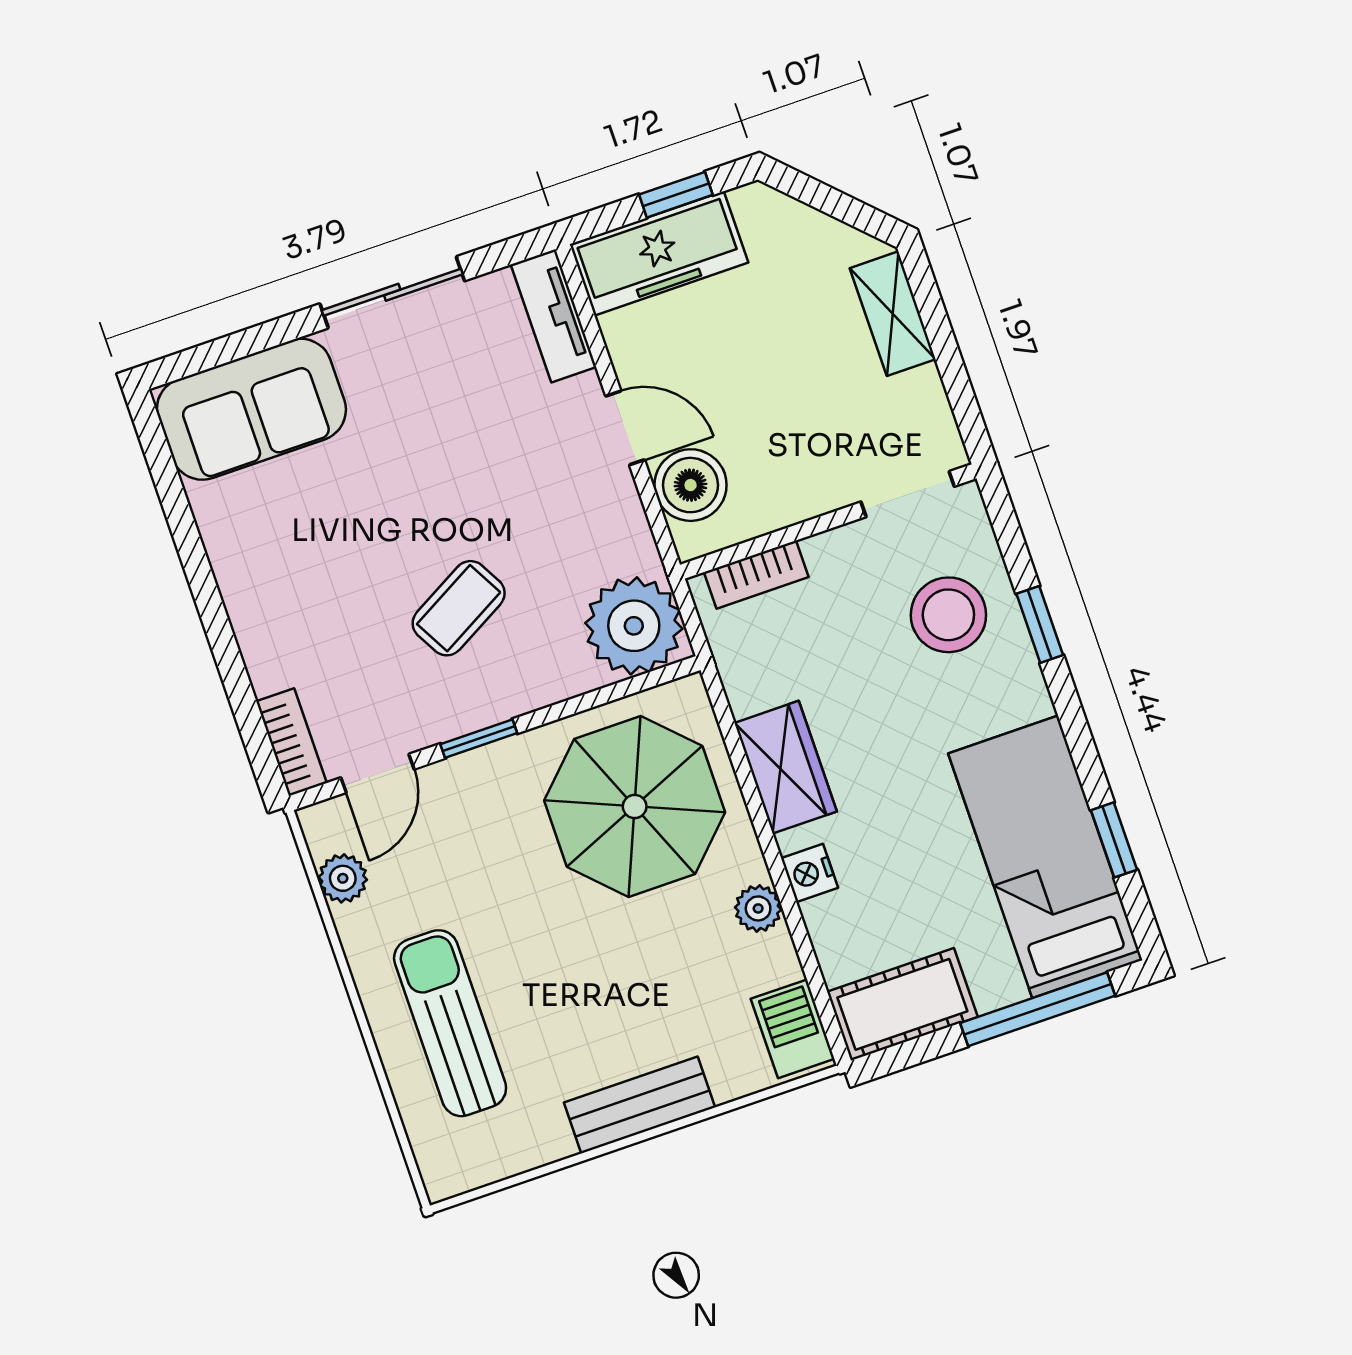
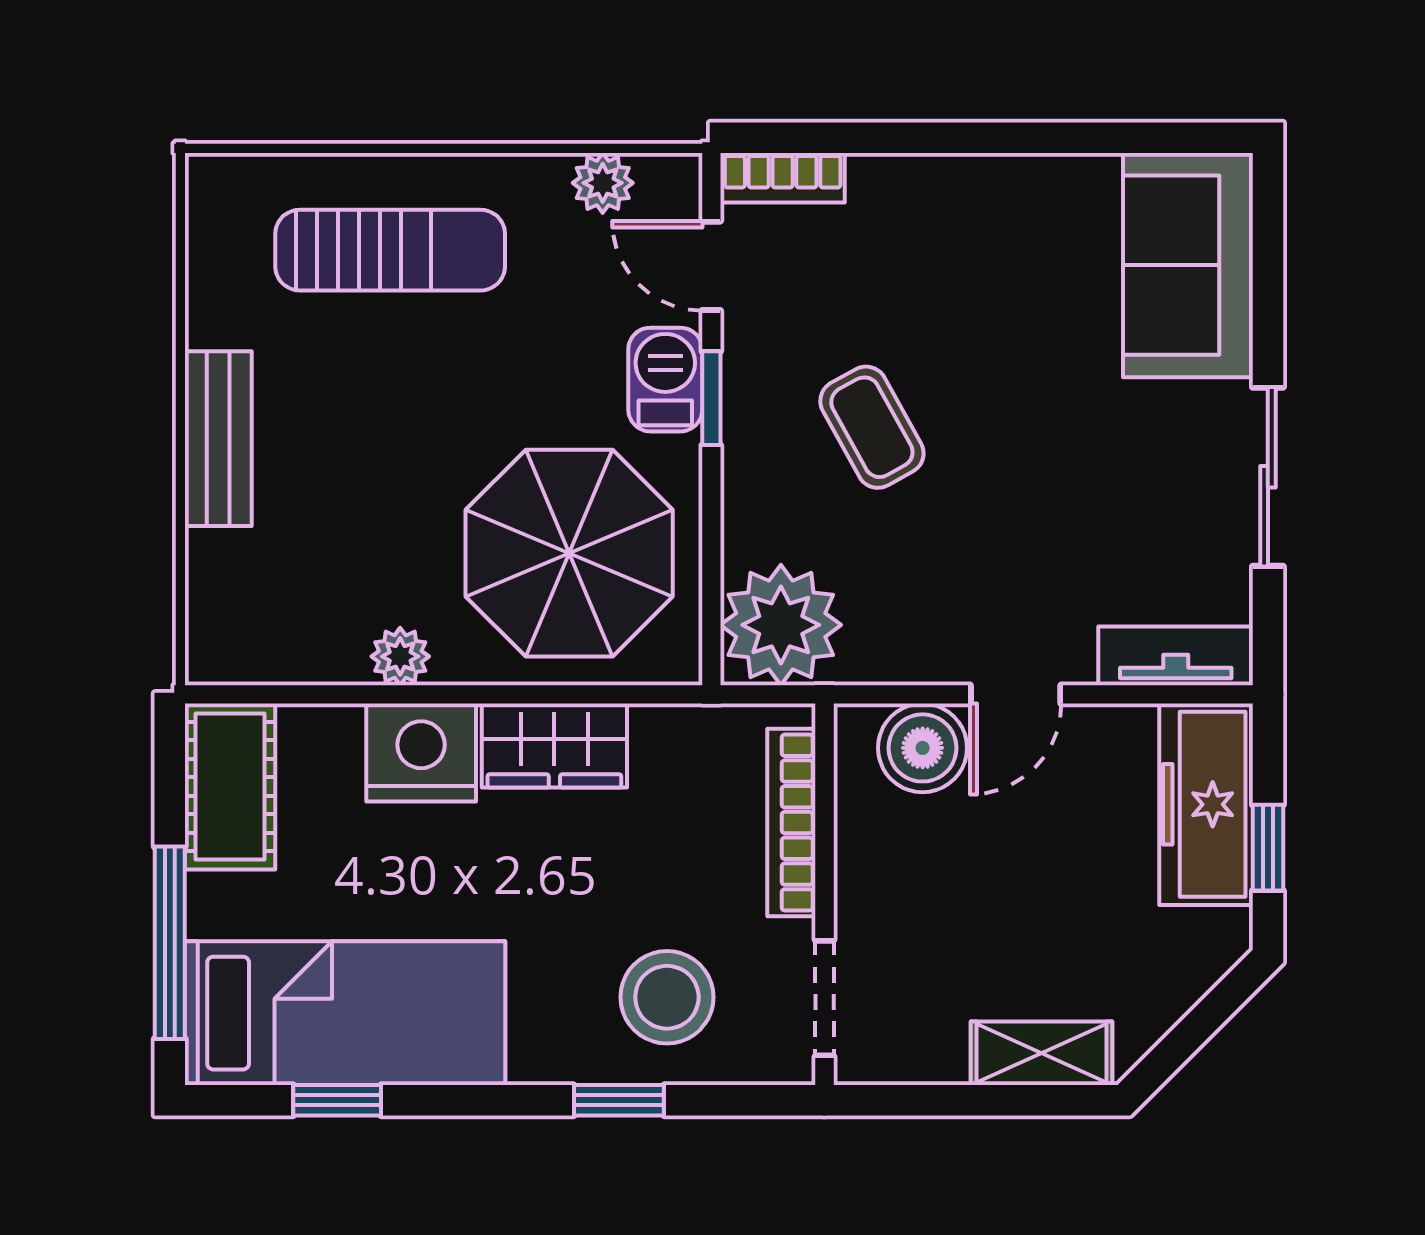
bookcase: (756, 575) -> (791, 823), width x1.56
nightstand: (809, 873) -> (421, 753), width x1.89, depth x1.79
barbecue: (793, 1029) -> (665, 380), moved, turned -90

